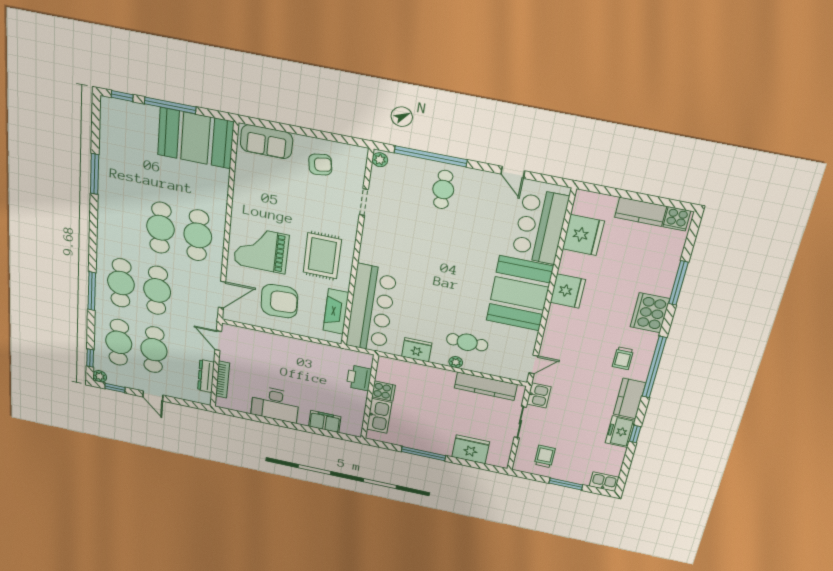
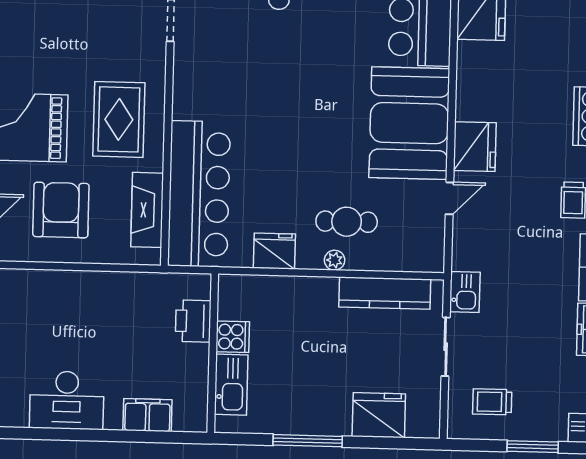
fridge: (568, 291) -> (475, 147), moved
armchair: (279, 301) -> (61, 210), turned -87
door: (534, 364) -> (449, 198), moved
trolley: (545, 456) -> (492, 402), turned -90

